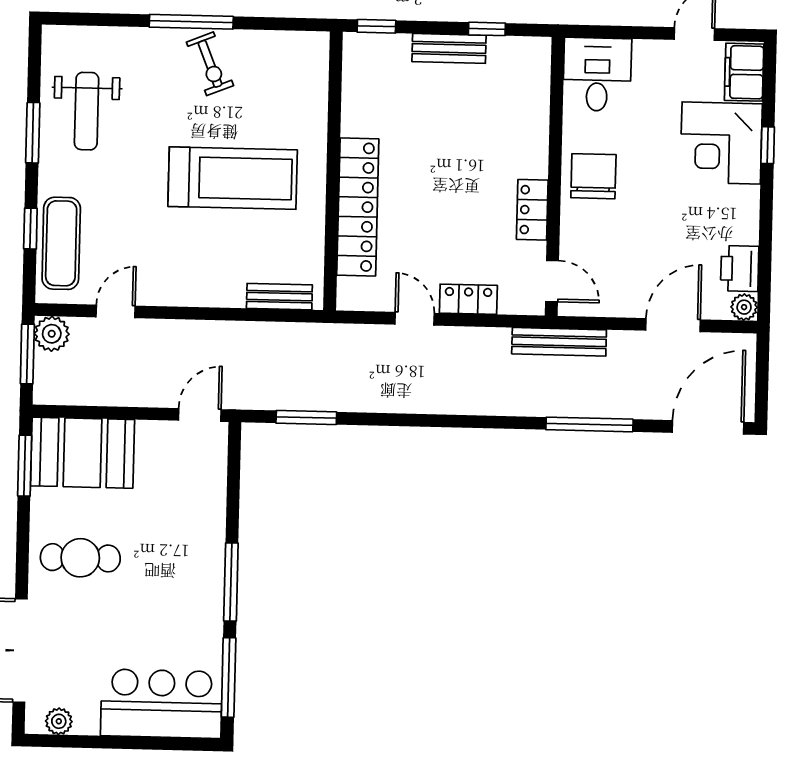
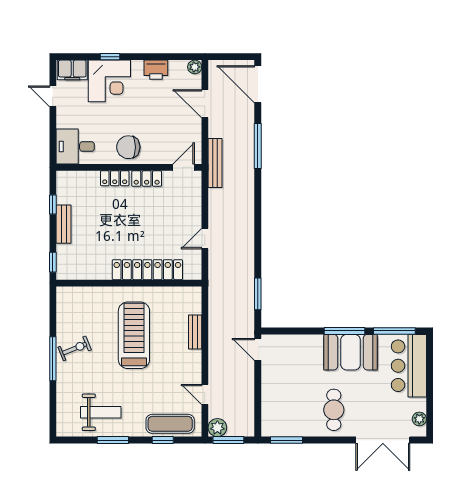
printer: (740, 269) -> (156, 70), moved
bench: (279, 297) -> (195, 332), moved
locker: (468, 299) -> (115, 178), moved, turned -90
booth: (83, 453) -> (351, 352), moved, turned 90

